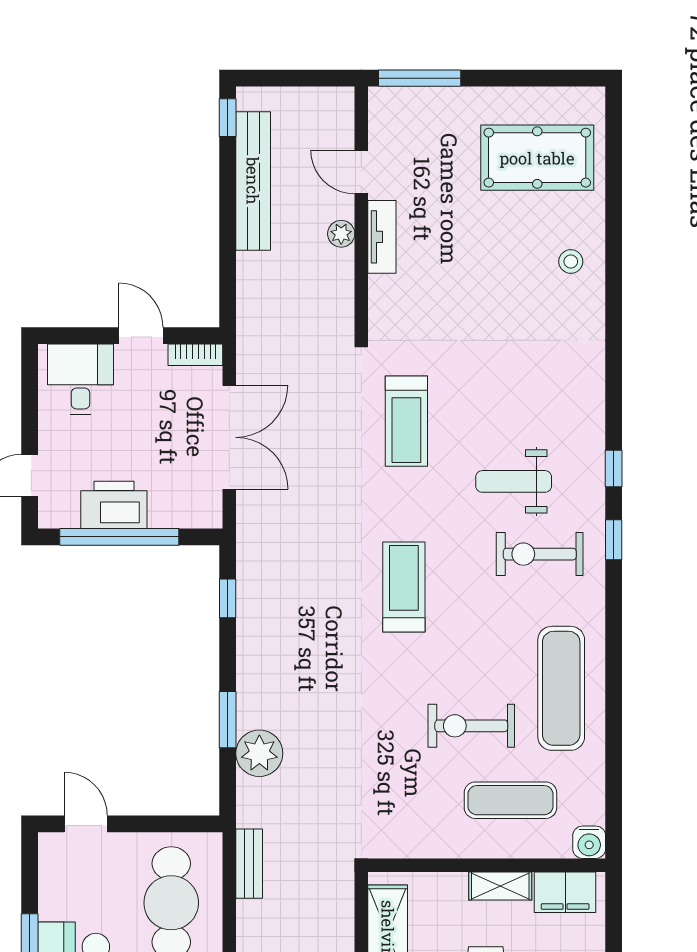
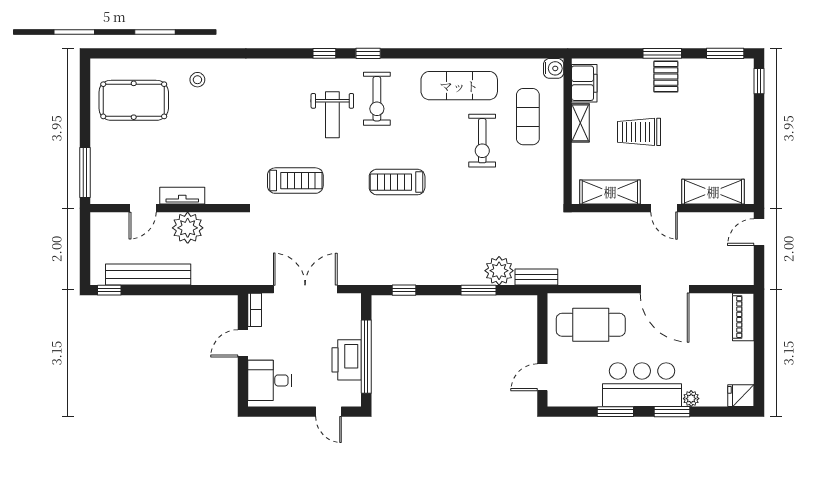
pool table: (537, 158) -> (134, 100), turned 90
plant: (341, 234) -> (188, 228), width x1.88, depth x1.88
bench: (249, 864) -> (536, 277), moved

